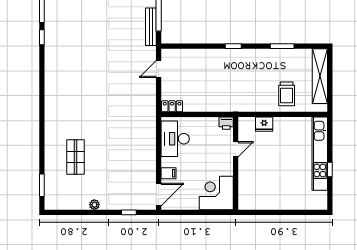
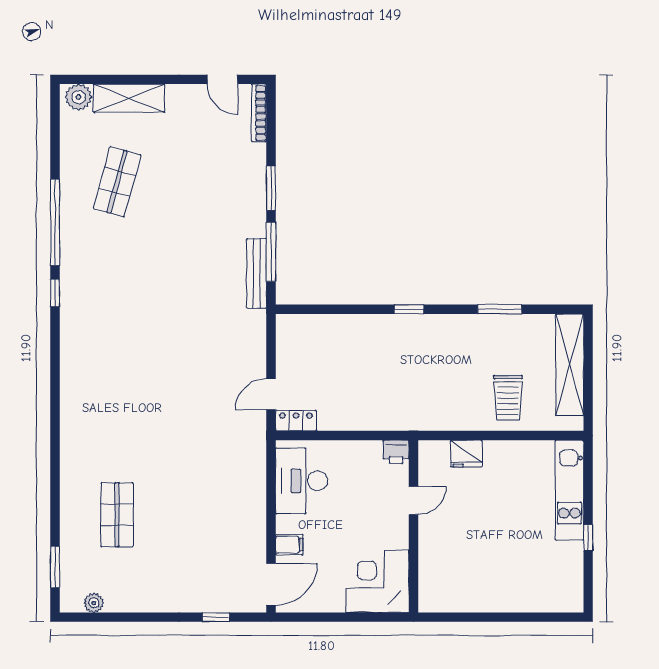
door: (159, 69) -> (271, 394), moved
kitchen unit: (320, 154) -> (569, 490), width x0.73
plant: (94, 205) -> (94, 603), moved

